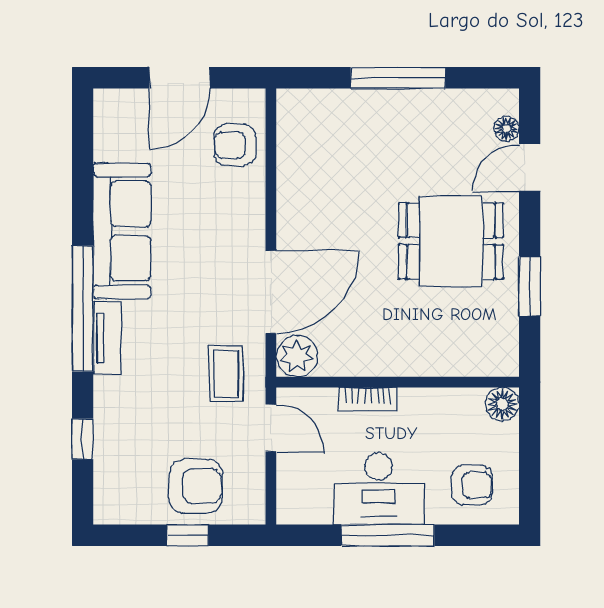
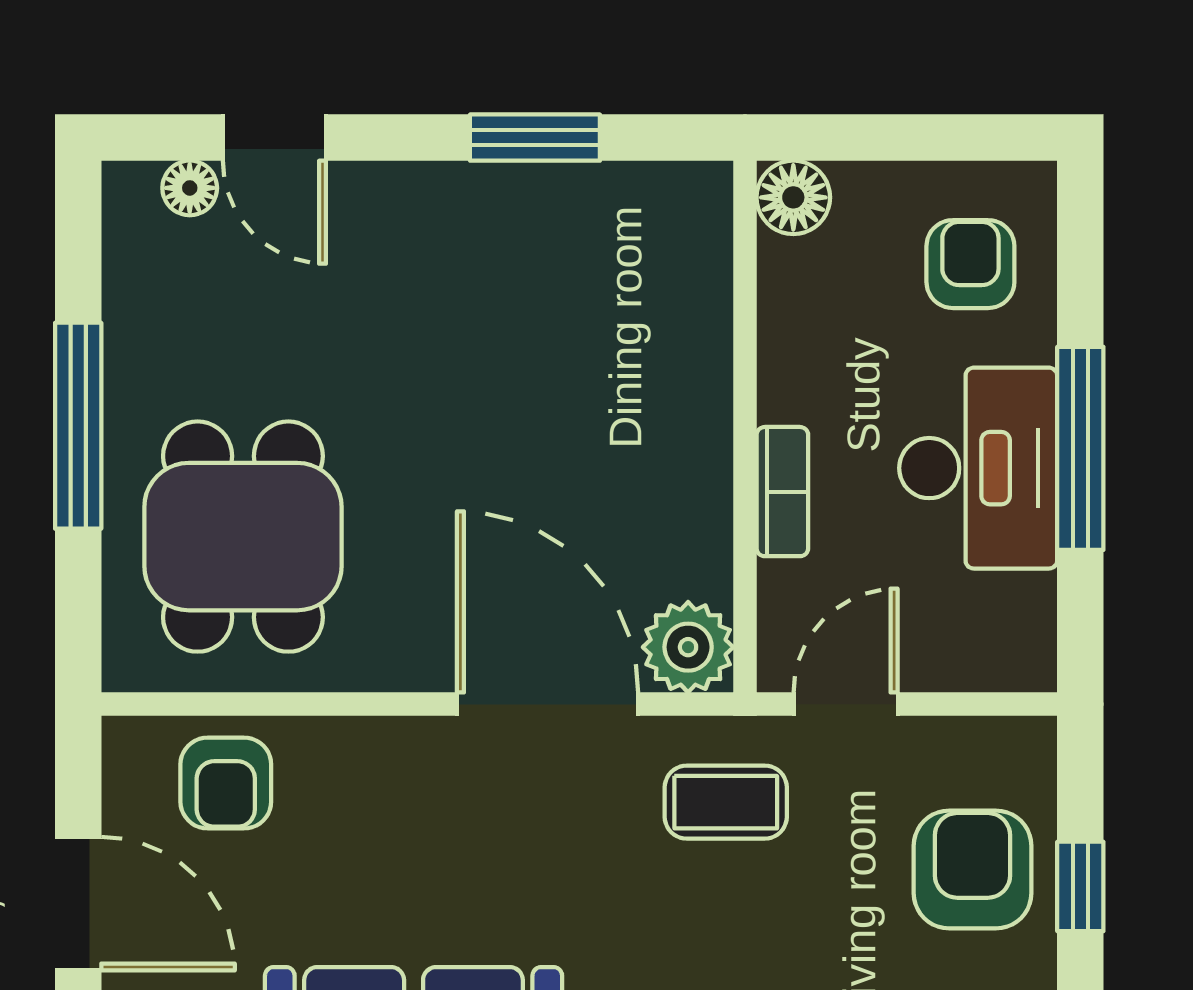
dining table: (451, 241) -> (243, 537), moved

